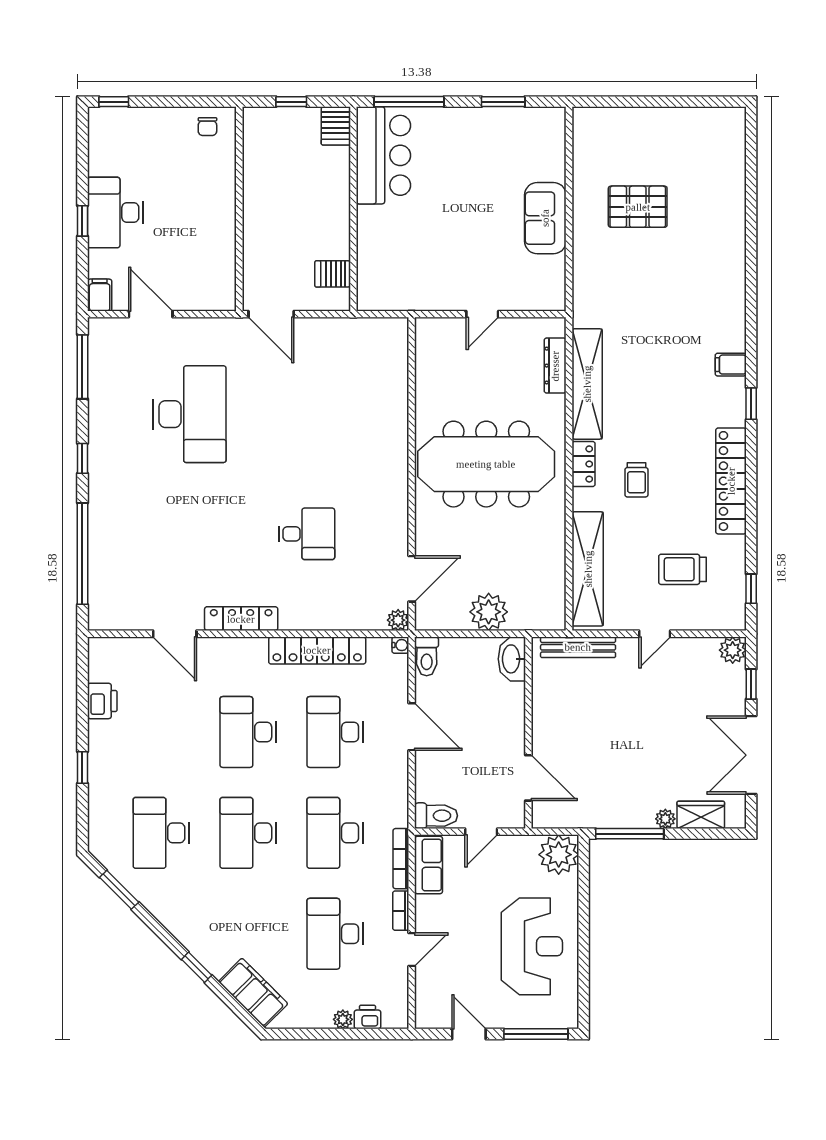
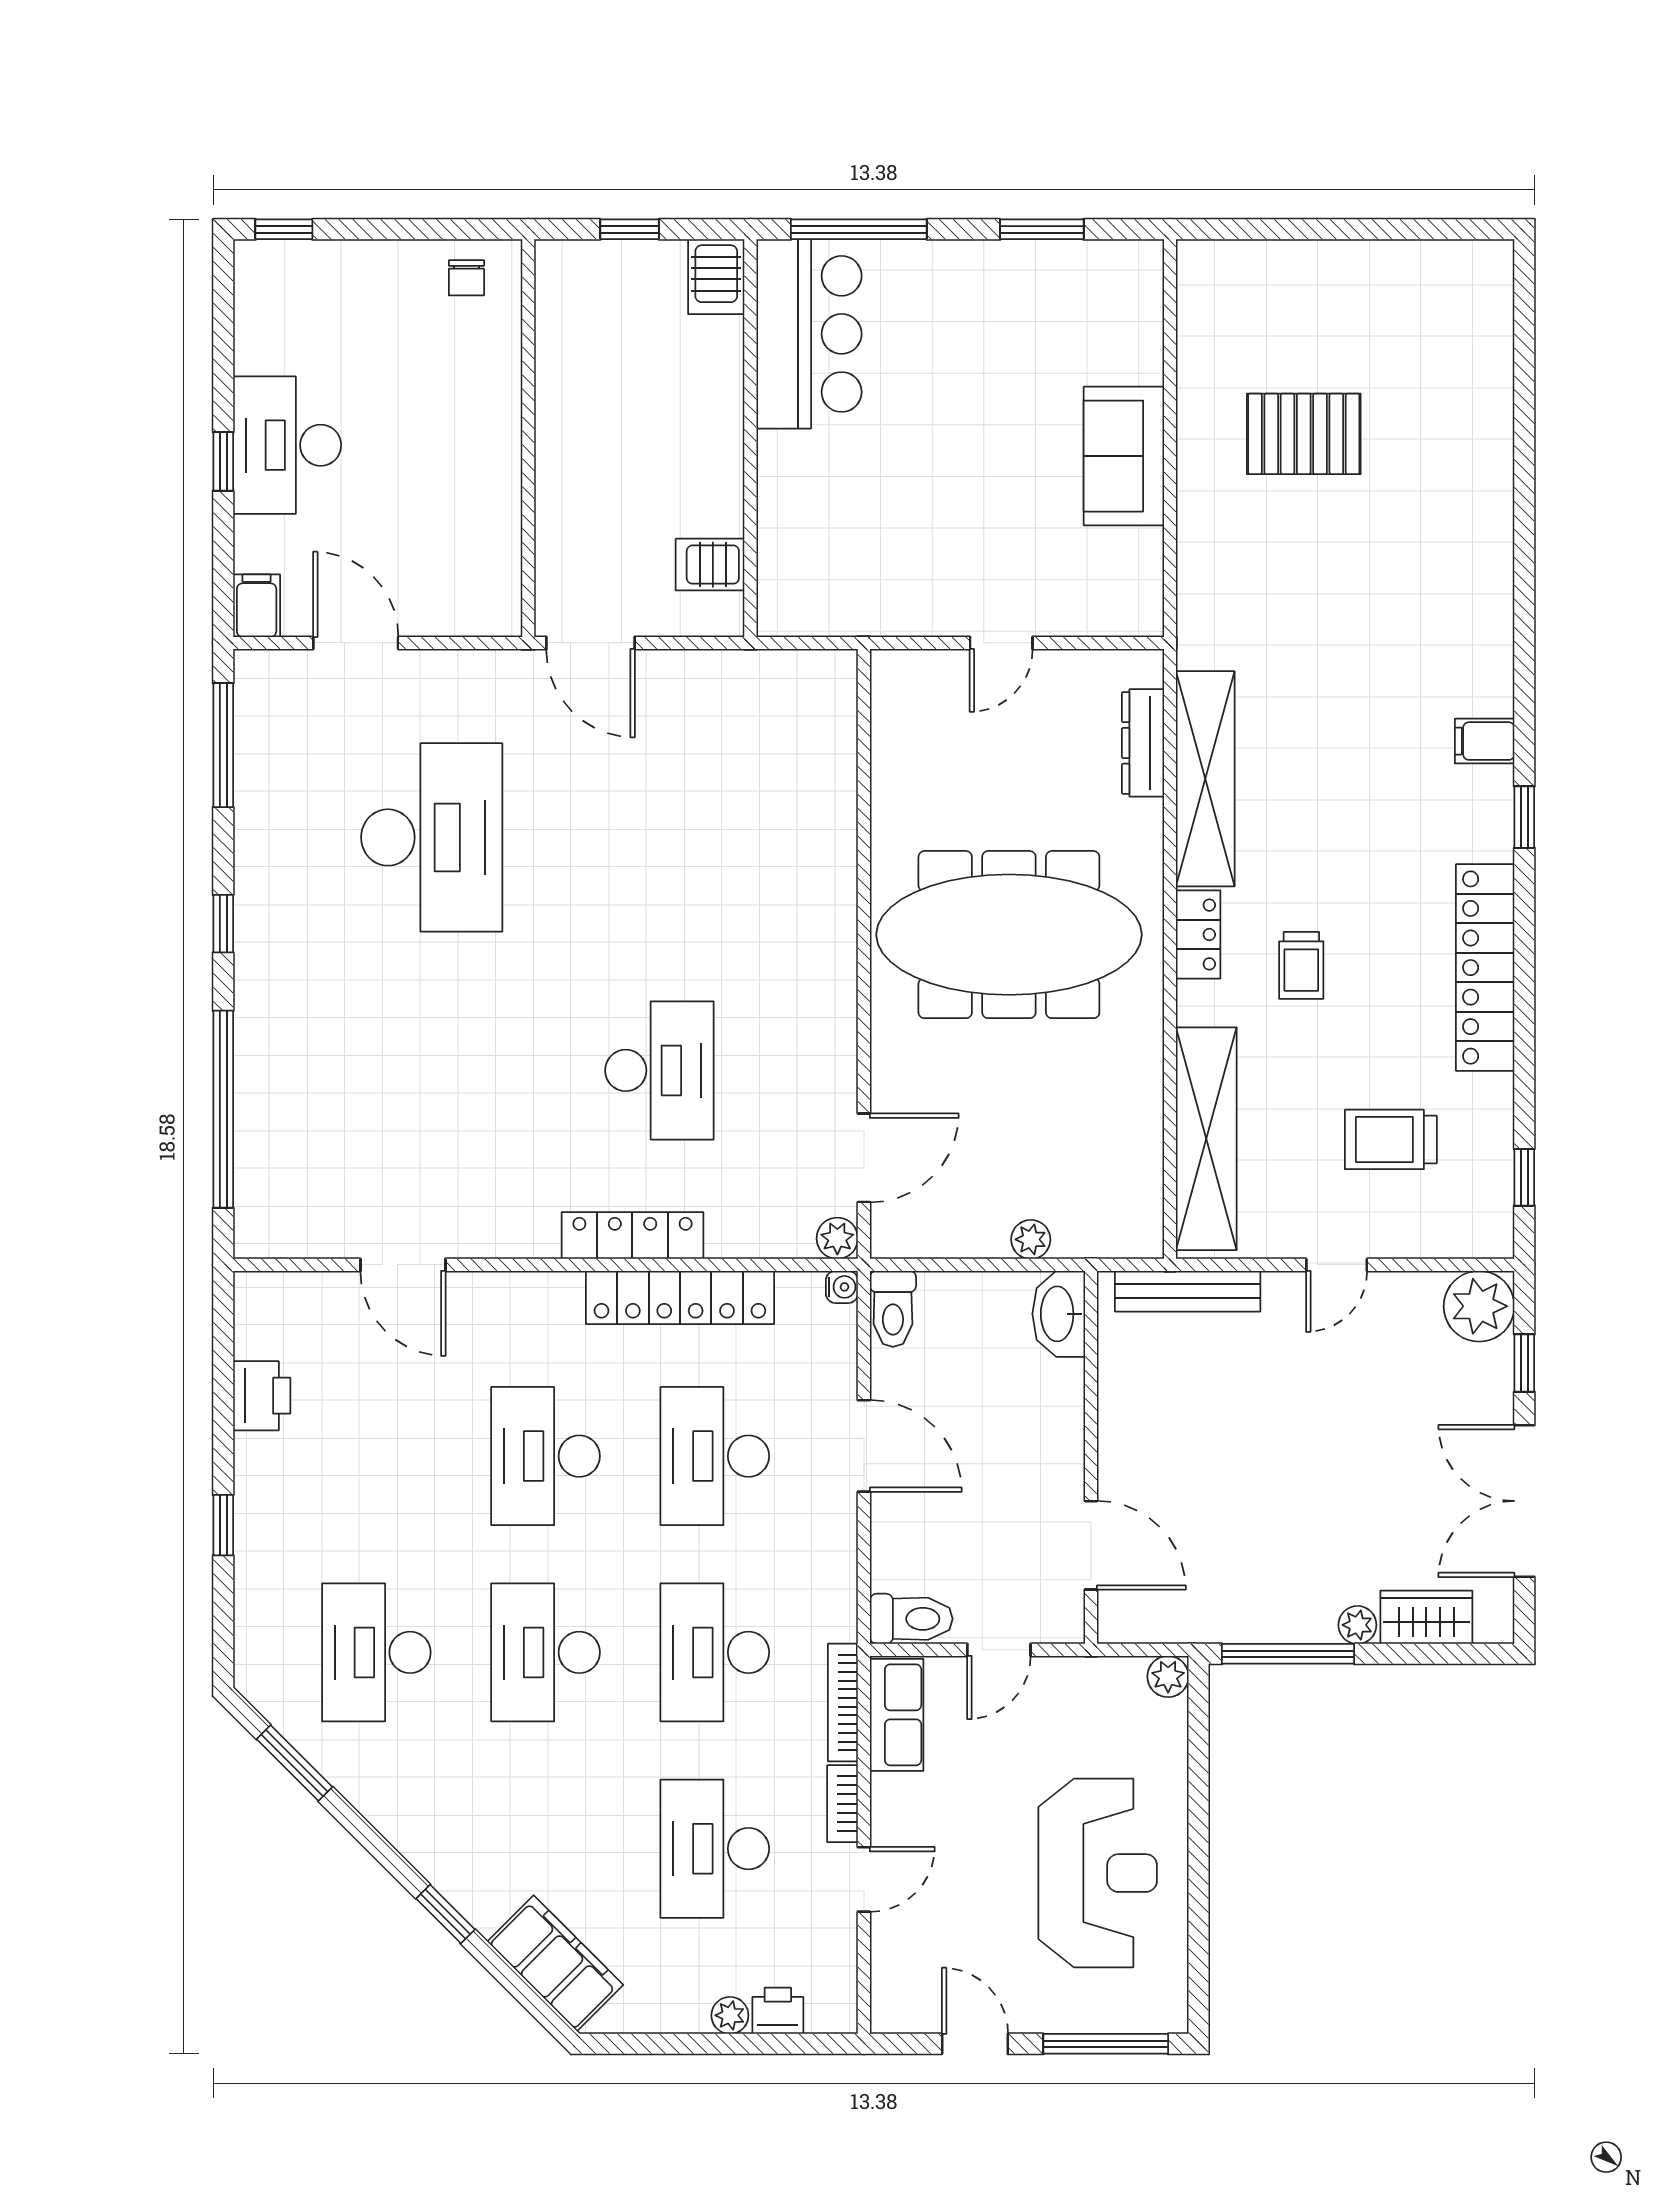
desk: (307, 534) -> (659, 1070), width x1.37
plant: (489, 612) -> (1031, 1239), width x0.53, depth x0.53
locker: (241, 619) -> (632, 1236), moved
plant: (733, 650) -> (1479, 1306), width x1.36, depth x1.36
plant: (559, 855) -> (1168, 1676), width x0.53, depth x0.53

